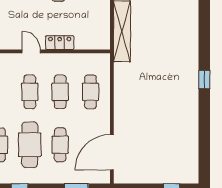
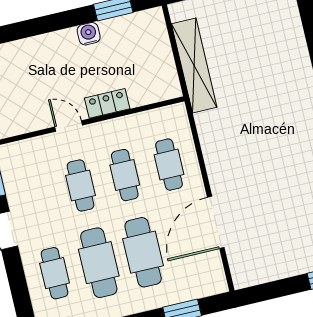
cafe table: (60, 145) -> (143, 252), width x1.37, depth x1.35
door: (112, 152) -> (216, 222), moved

